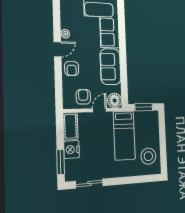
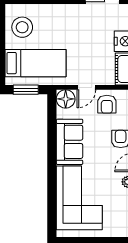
bed: (124, 135) -> (36, 63), moved, turned 90

